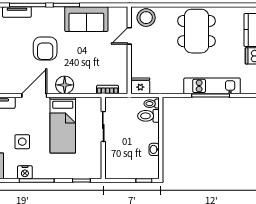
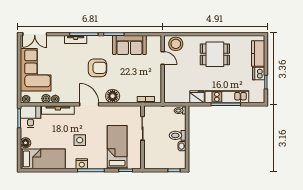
dining table: (196, 31) -> (215, 54), width x0.73
door: (129, 36) -> (163, 58), swing flipped
armchair: (45, 48) -> (97, 68), turned -90
fridge: (140, 86) -> (197, 97), moved
door: (34, 95) -> (89, 104), hinge flipped
toilet: (148, 116) -> (178, 135), moved
bed: (63, 125) -> (117, 147), moved, turned 180

